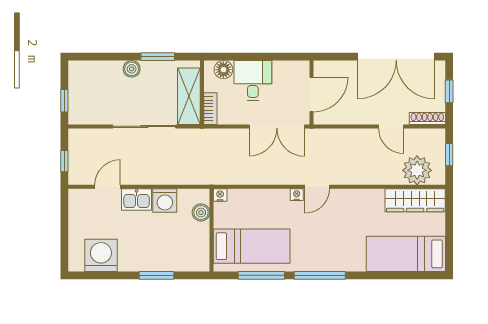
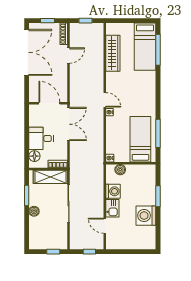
plant: (417, 170) -> (95, 40), removed
wardrobe: (415, 200) -> (113, 53), moved
washing machine: (101, 255) -> (146, 216), moved
window: (320, 275) -> (158, 50), moved

